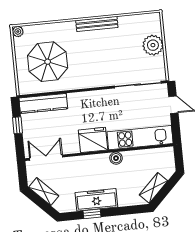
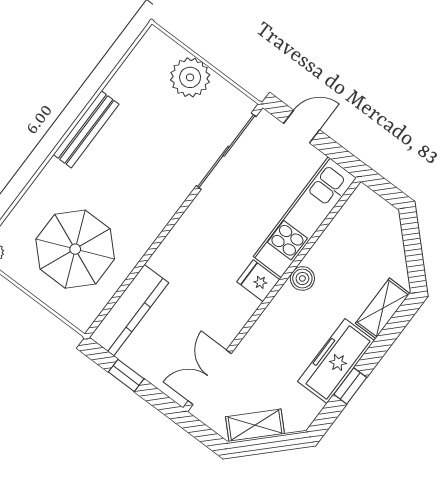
fridge: (93, 140) -> (258, 281), width x0.53, depth x0.75
shelving: (153, 188) -> (383, 308), moved, turned 45

